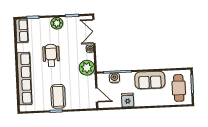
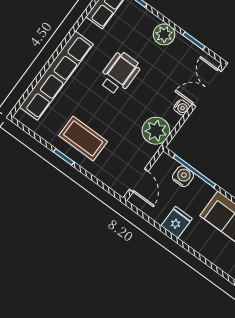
coffee table: (58, 96) -> (83, 138), turned 90

